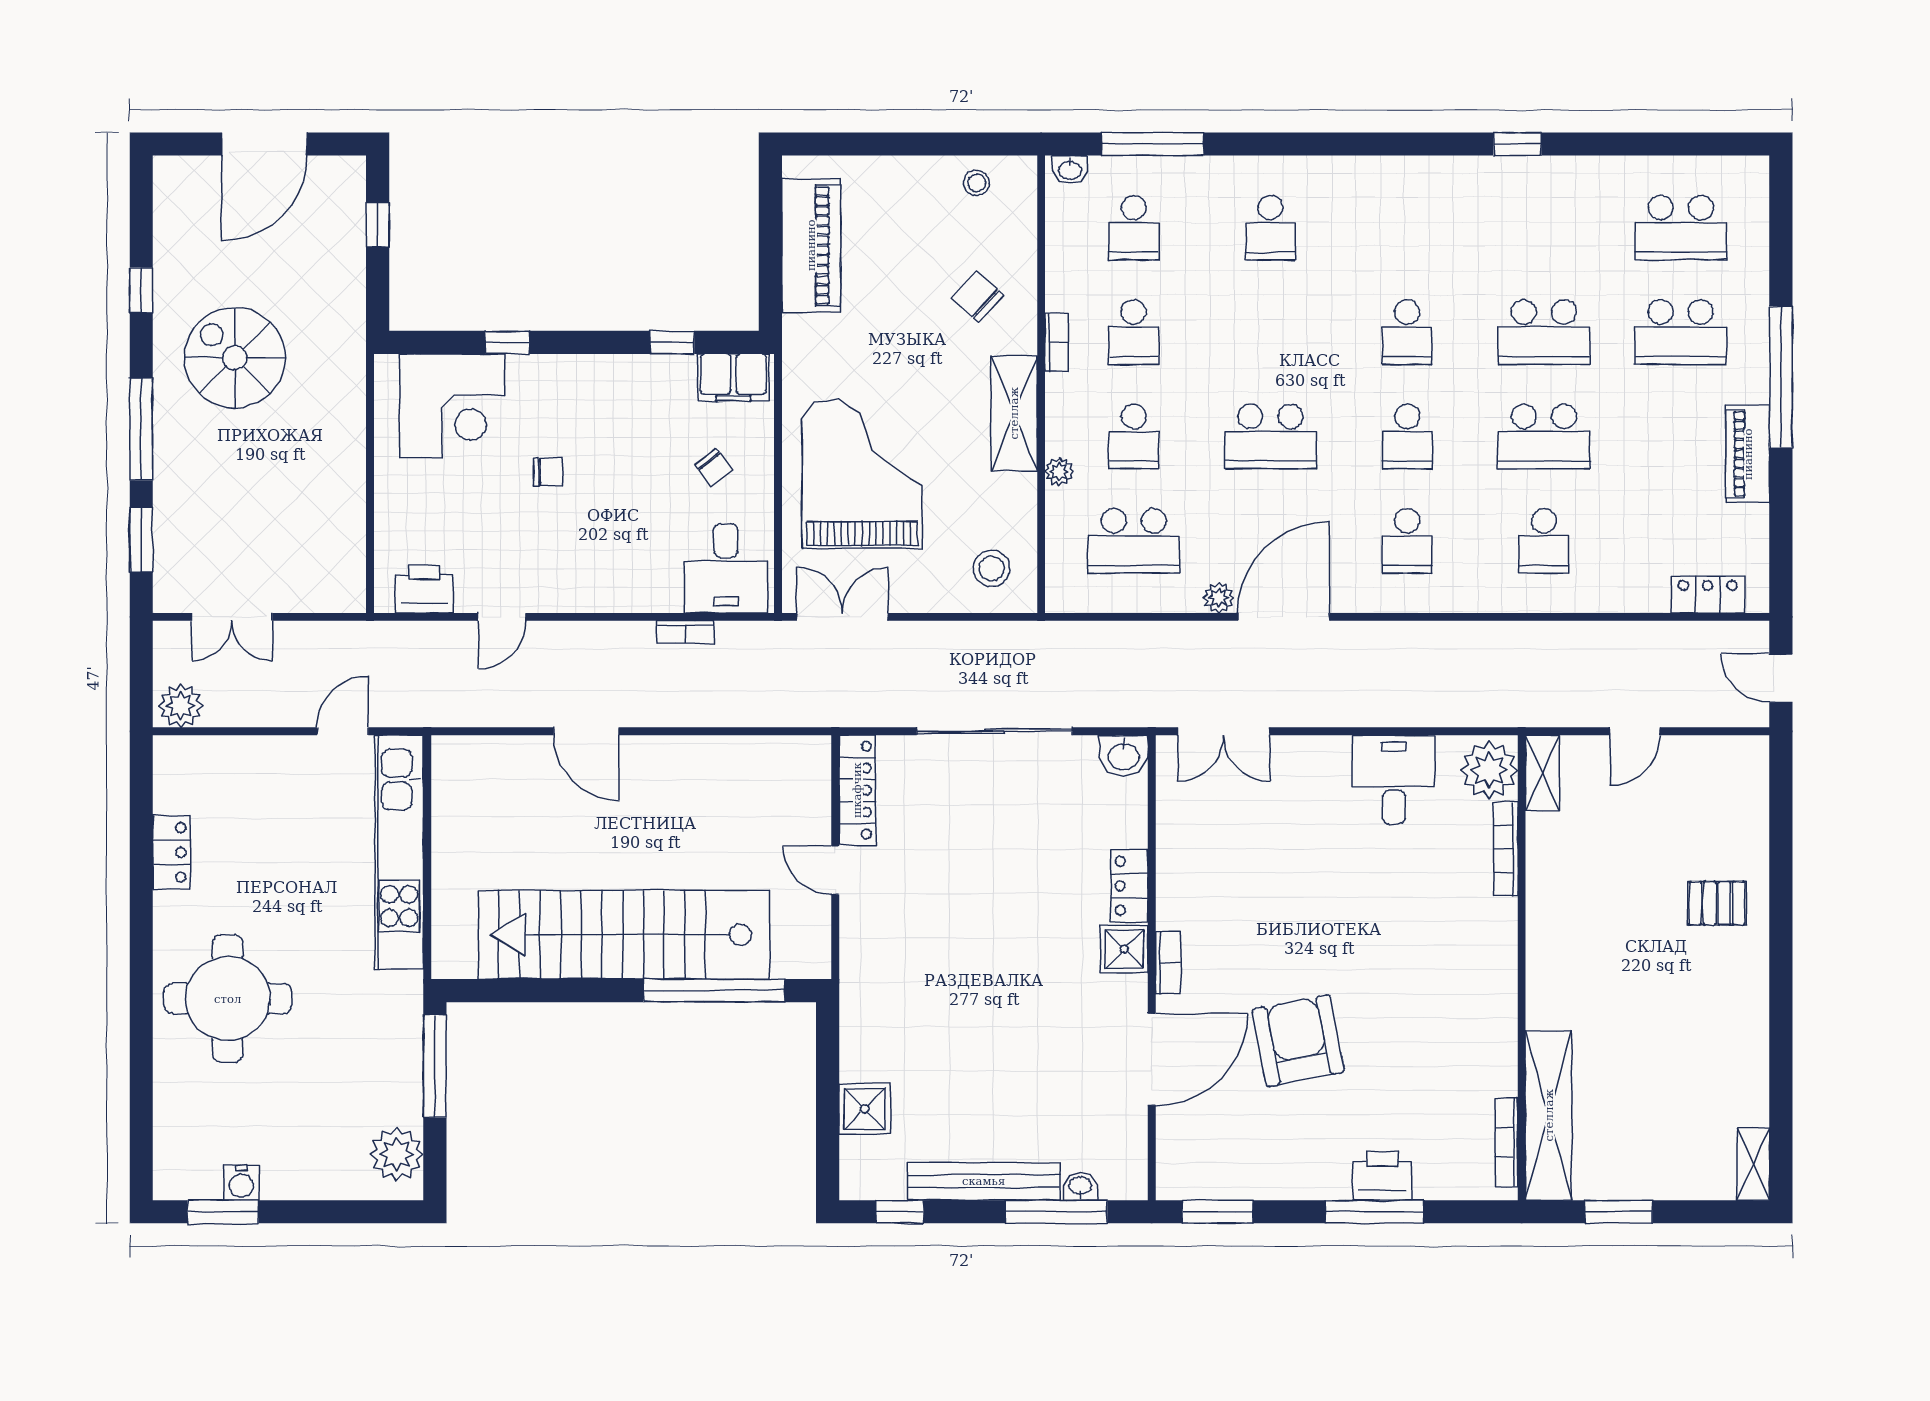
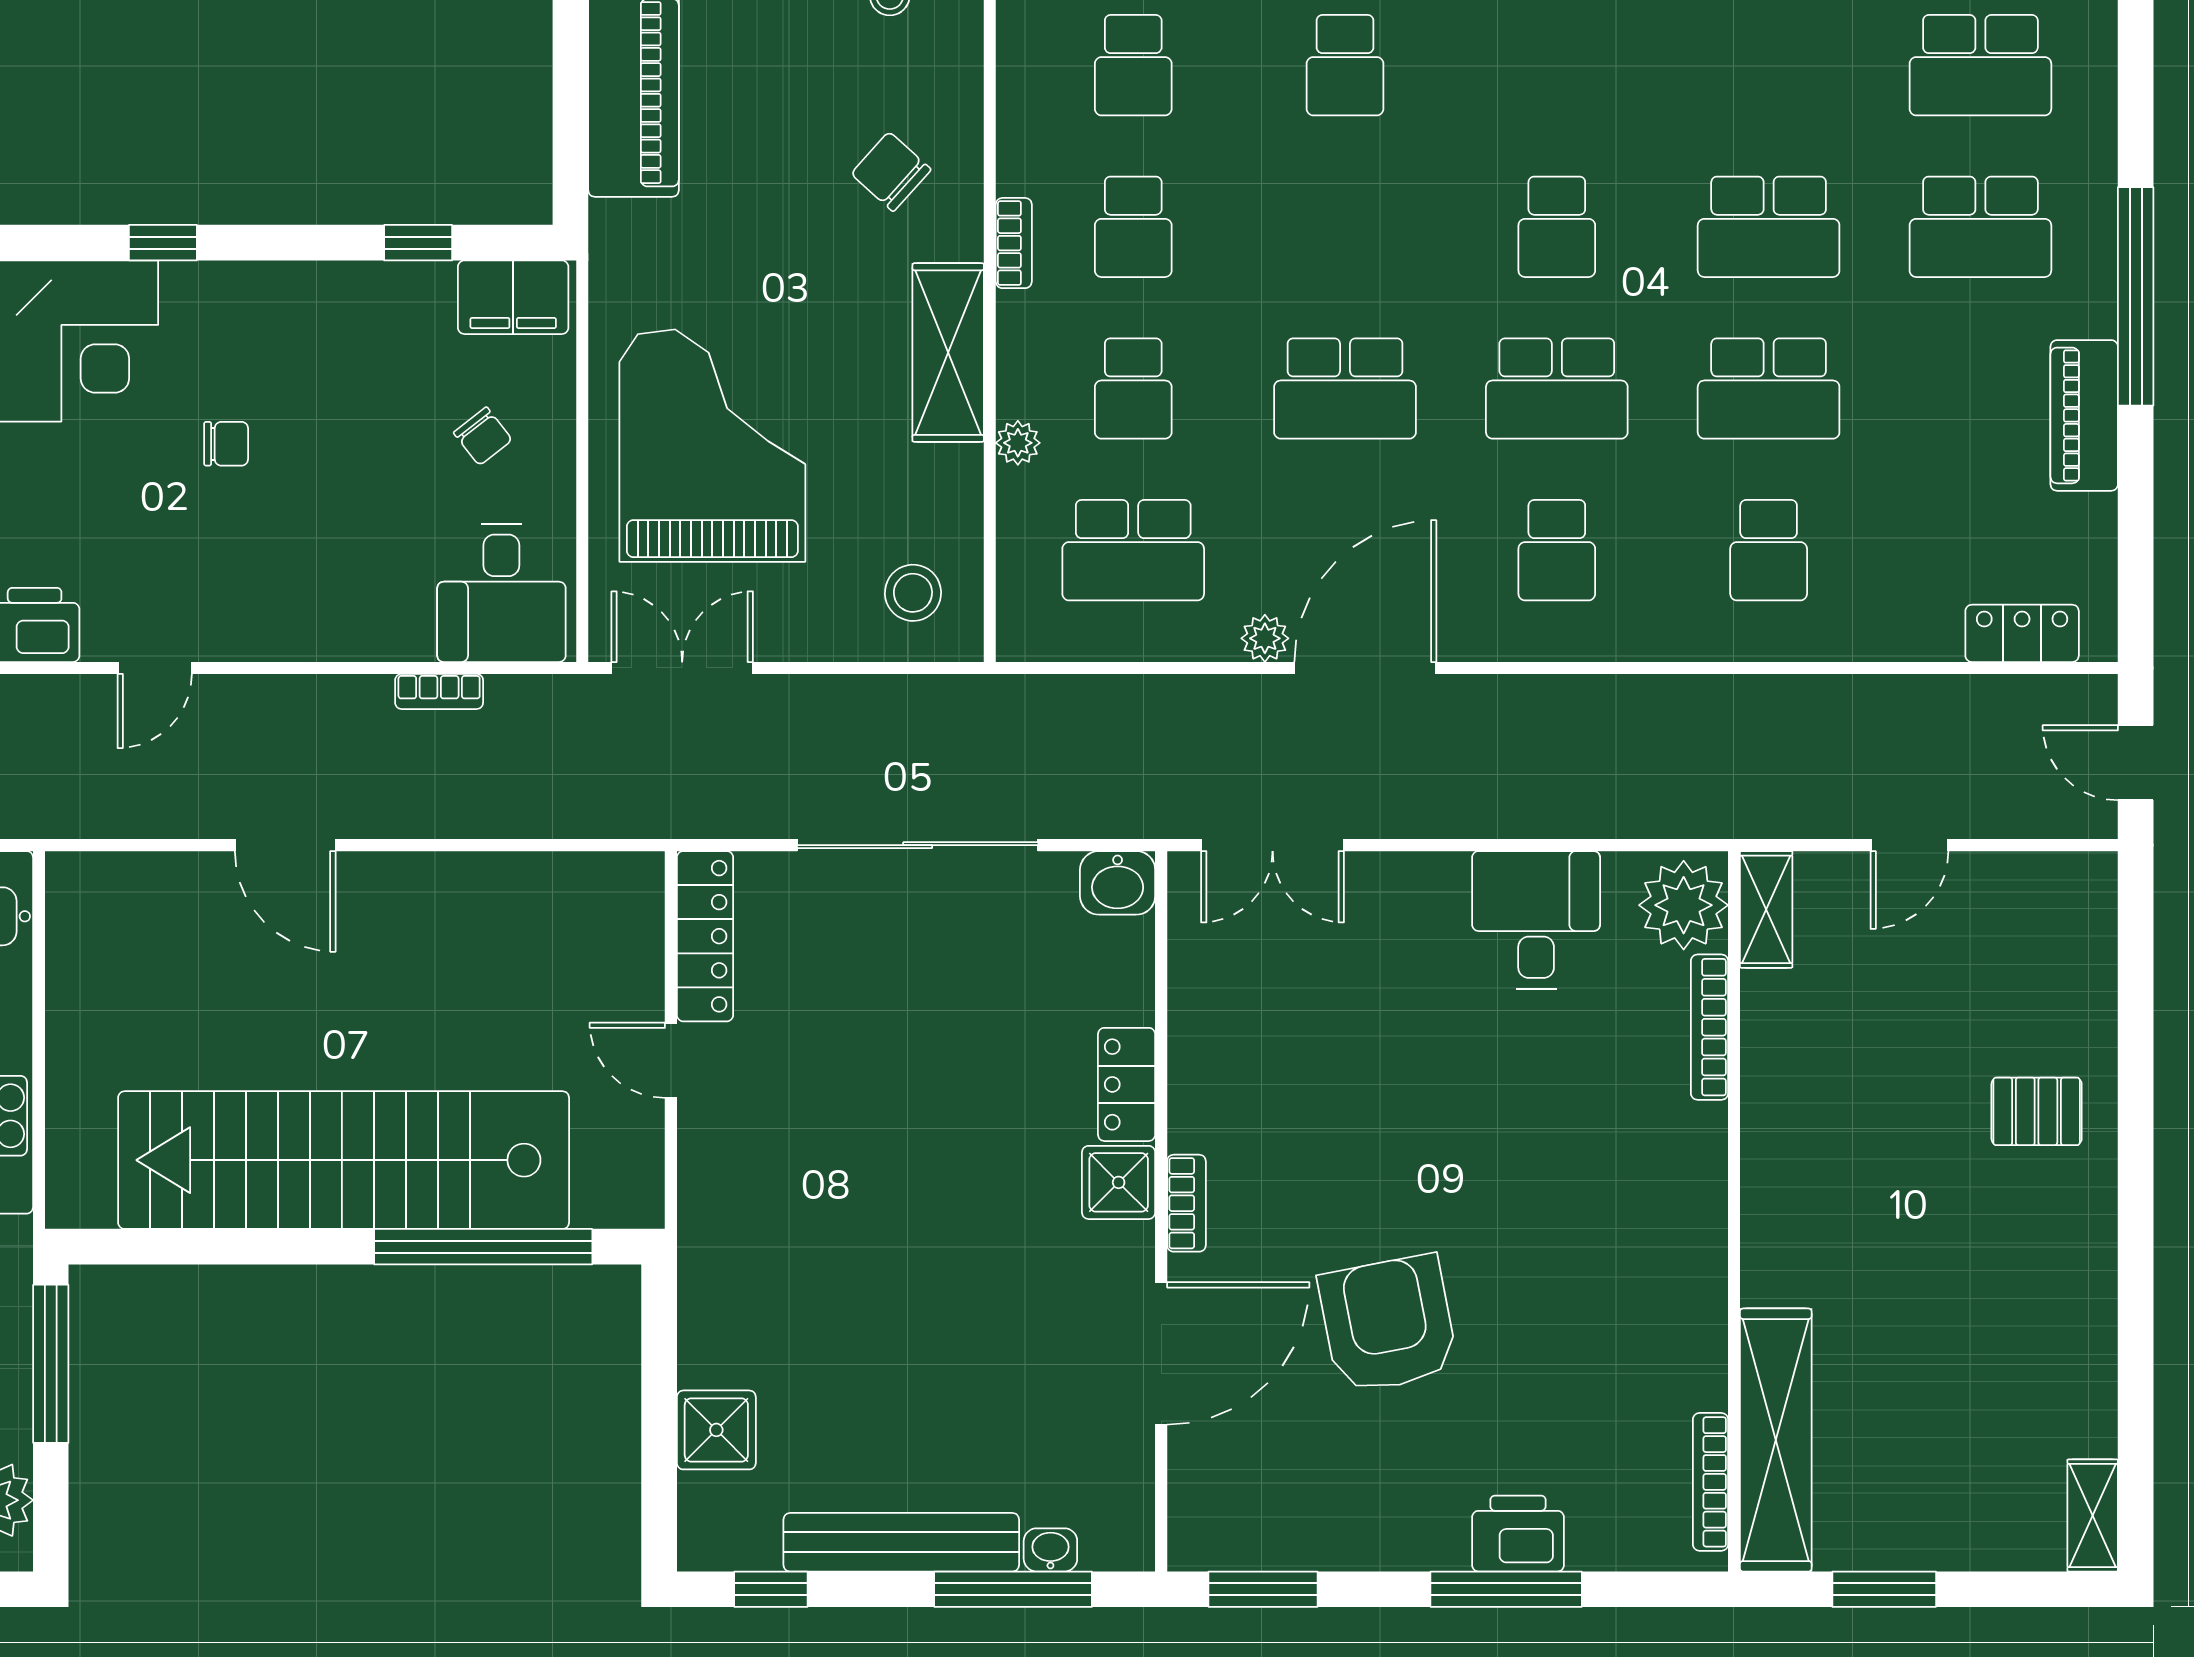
school desk: (1407, 436) -> (1557, 388), width x1.85

